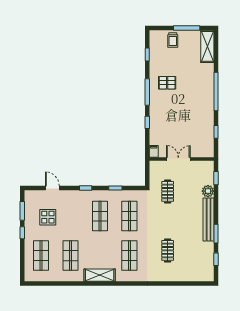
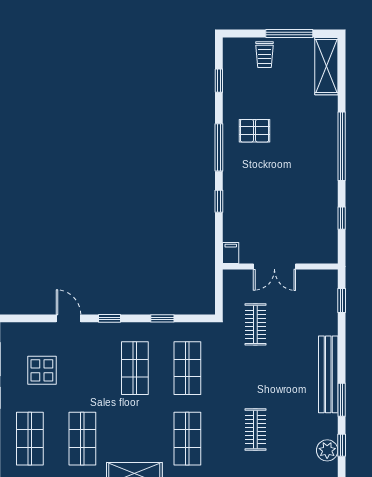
double door: (178, 159) -> (274, 267), swing flipped
door: (52, 188) -> (69, 318), moved
plant: (208, 191) -> (327, 450), moved

